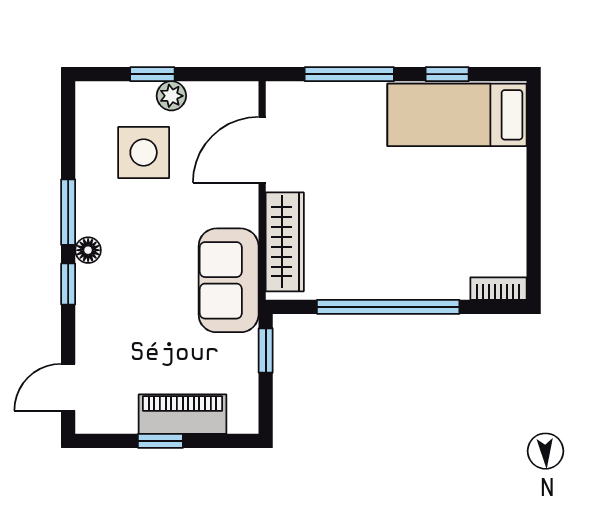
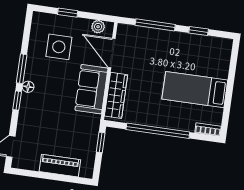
plant: (171, 96) -> (98, 27), moved
bed: (457, 115) -> (195, 90), moved
door: (262, 150) -> (112, 53), hinge flipped
sofa: (229, 280) -> (91, 89), moved
window: (160, 441) -> (48, 176), removed

